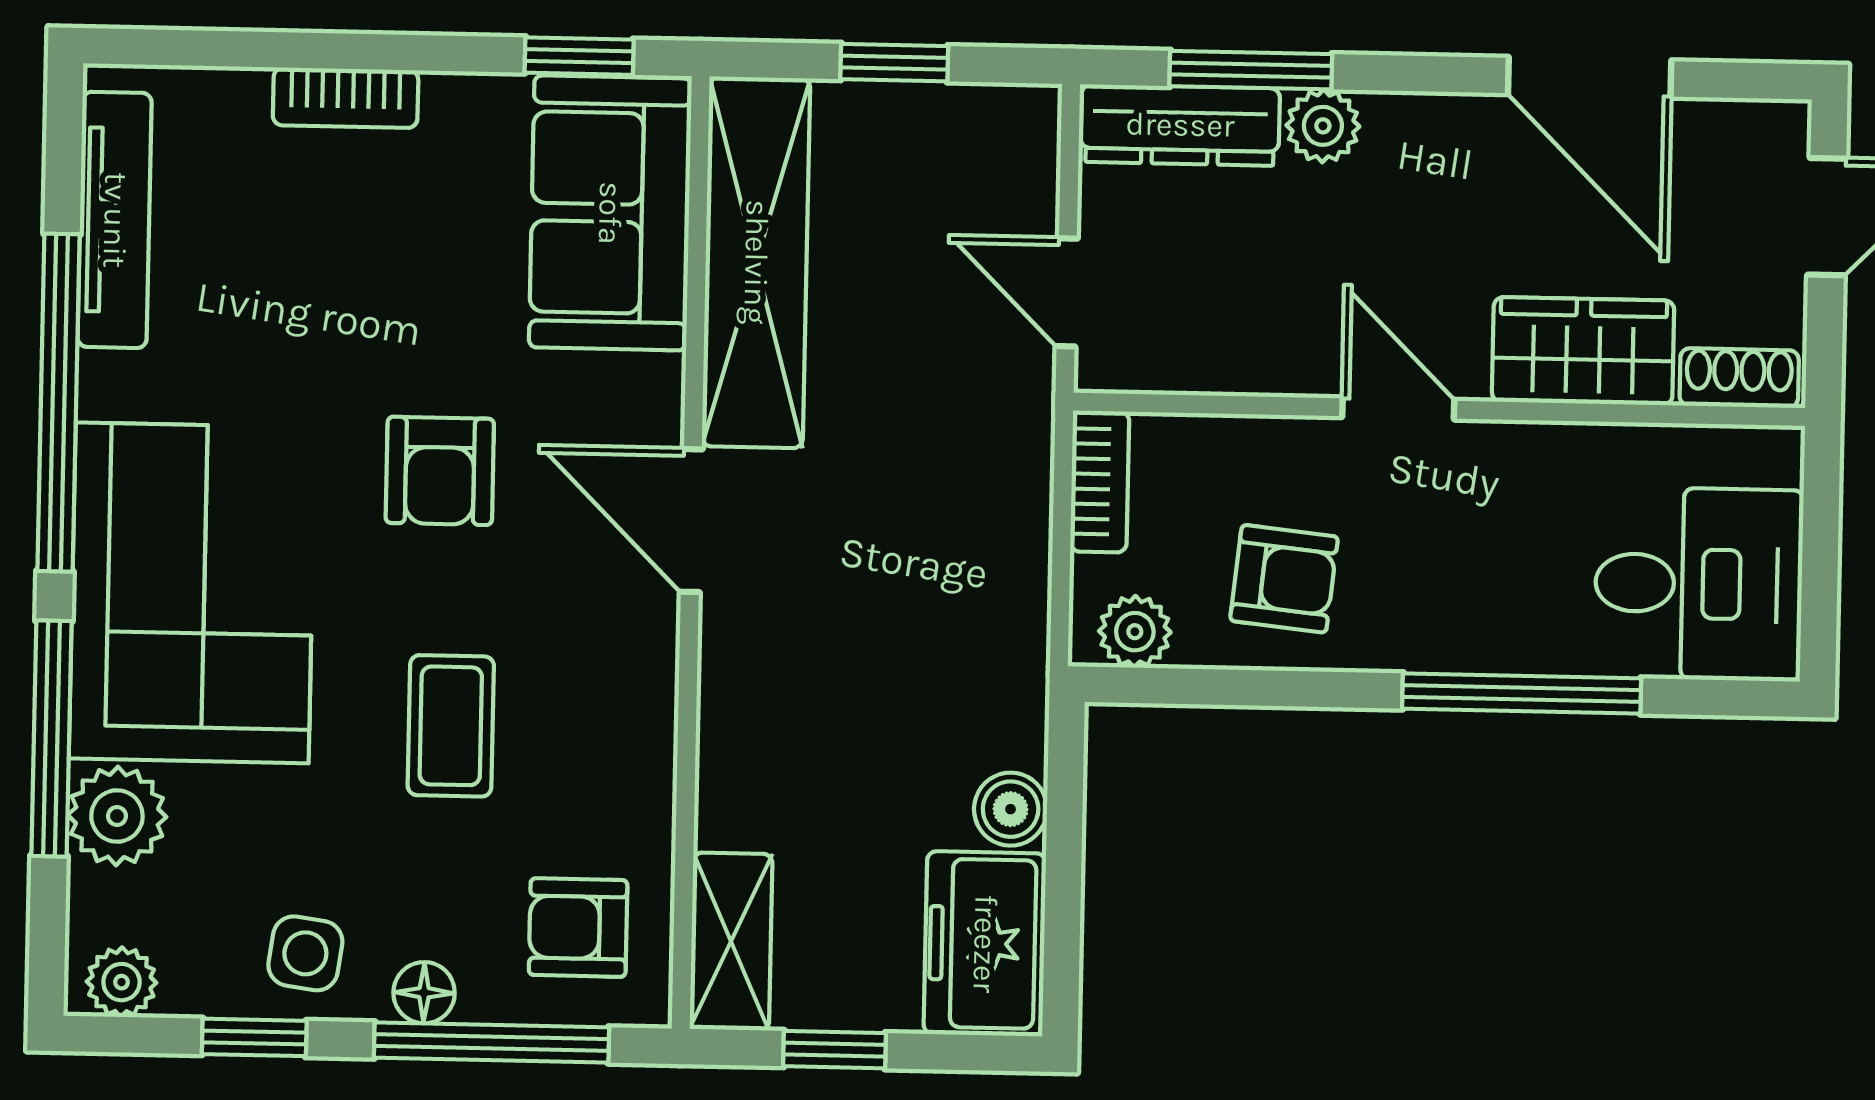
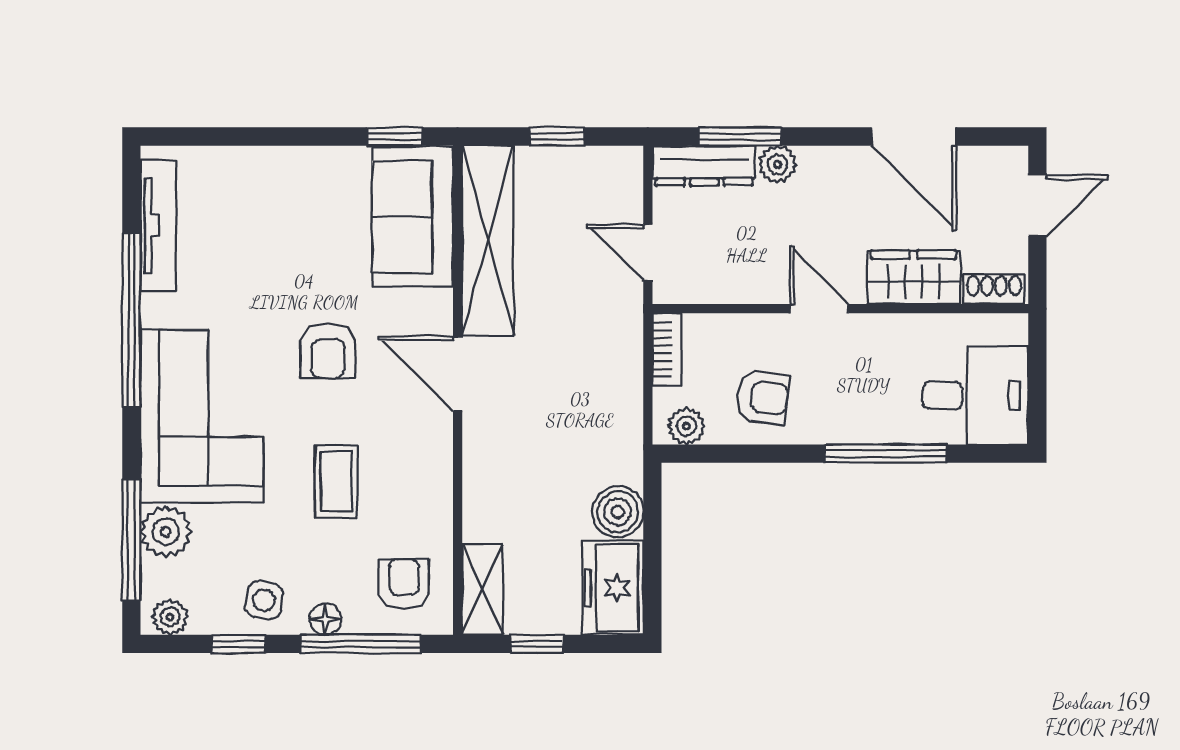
bookcase: (346, 98) -> (275, 160), removed
window: (51, 739) -> (131, 540), moved
boiler: (1011, 809) -> (618, 512), width x1.36, depth x1.36
armchair: (578, 928) -> (404, 584), turned 90

